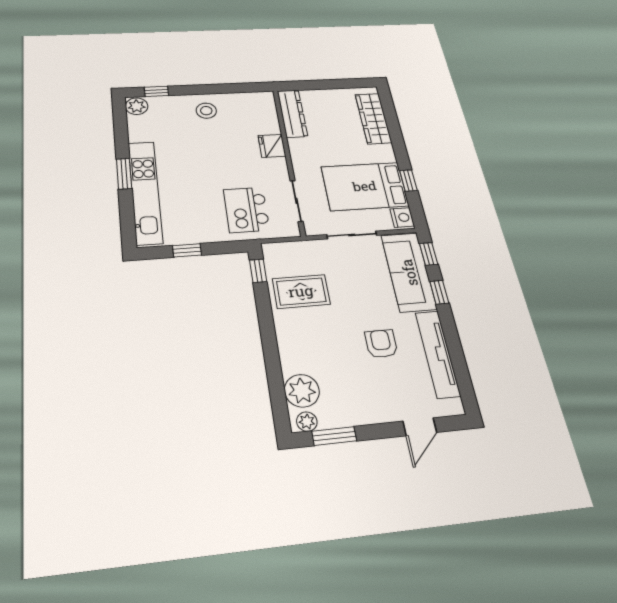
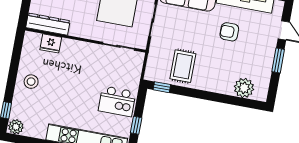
fridge: (272, 146) -> (51, 43), moved
kitchen island: (246, 210) -> (117, 101), moved
plant: (307, 422) -> (262, 91), removed
window: (334, 436) -> (278, 61), moved

